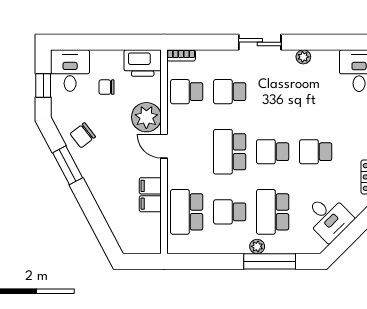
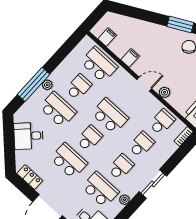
school desk: (273, 92) -> (121, 167), added
school desk: (316, 92) -> (100, 189), added
plant: (146, 117) -> (165, 92), width x0.53, depth x0.53
school desk: (316, 152) -> (69, 161), width x1.85
filing cabinet: (150, 204) -> (107, 37), moved

